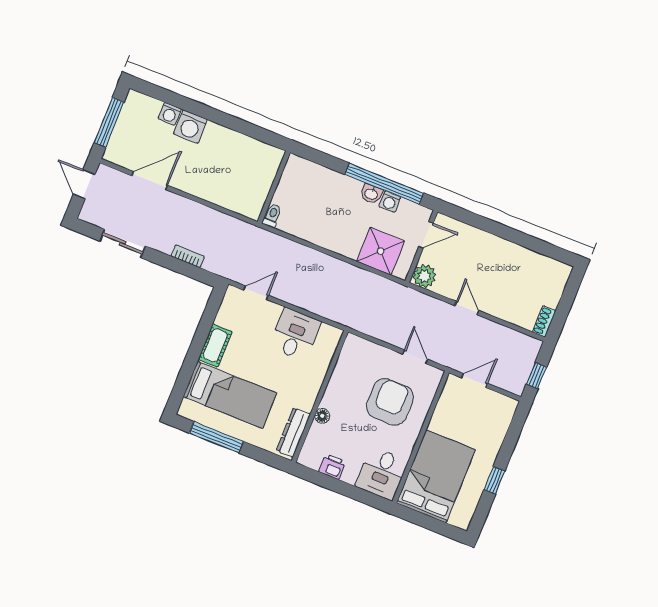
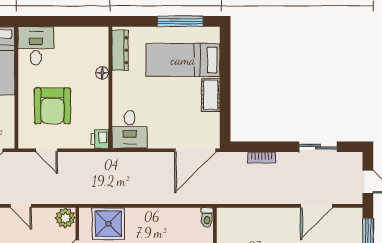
door: (256, 293) -> (195, 150), width x1.88
desk: (295, 334) -> (130, 130), moved
printer: (332, 467) -> (100, 139), moved, turned 90

